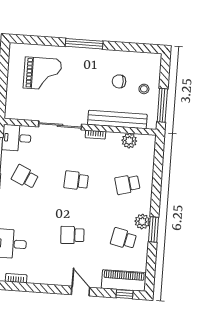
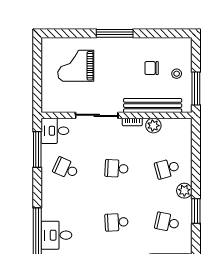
grand piano: (42, 74) -> (76, 66), turned 180
plant: (129, 141) -> (153, 126), moved
plant: (142, 222) -> (184, 191), moved

